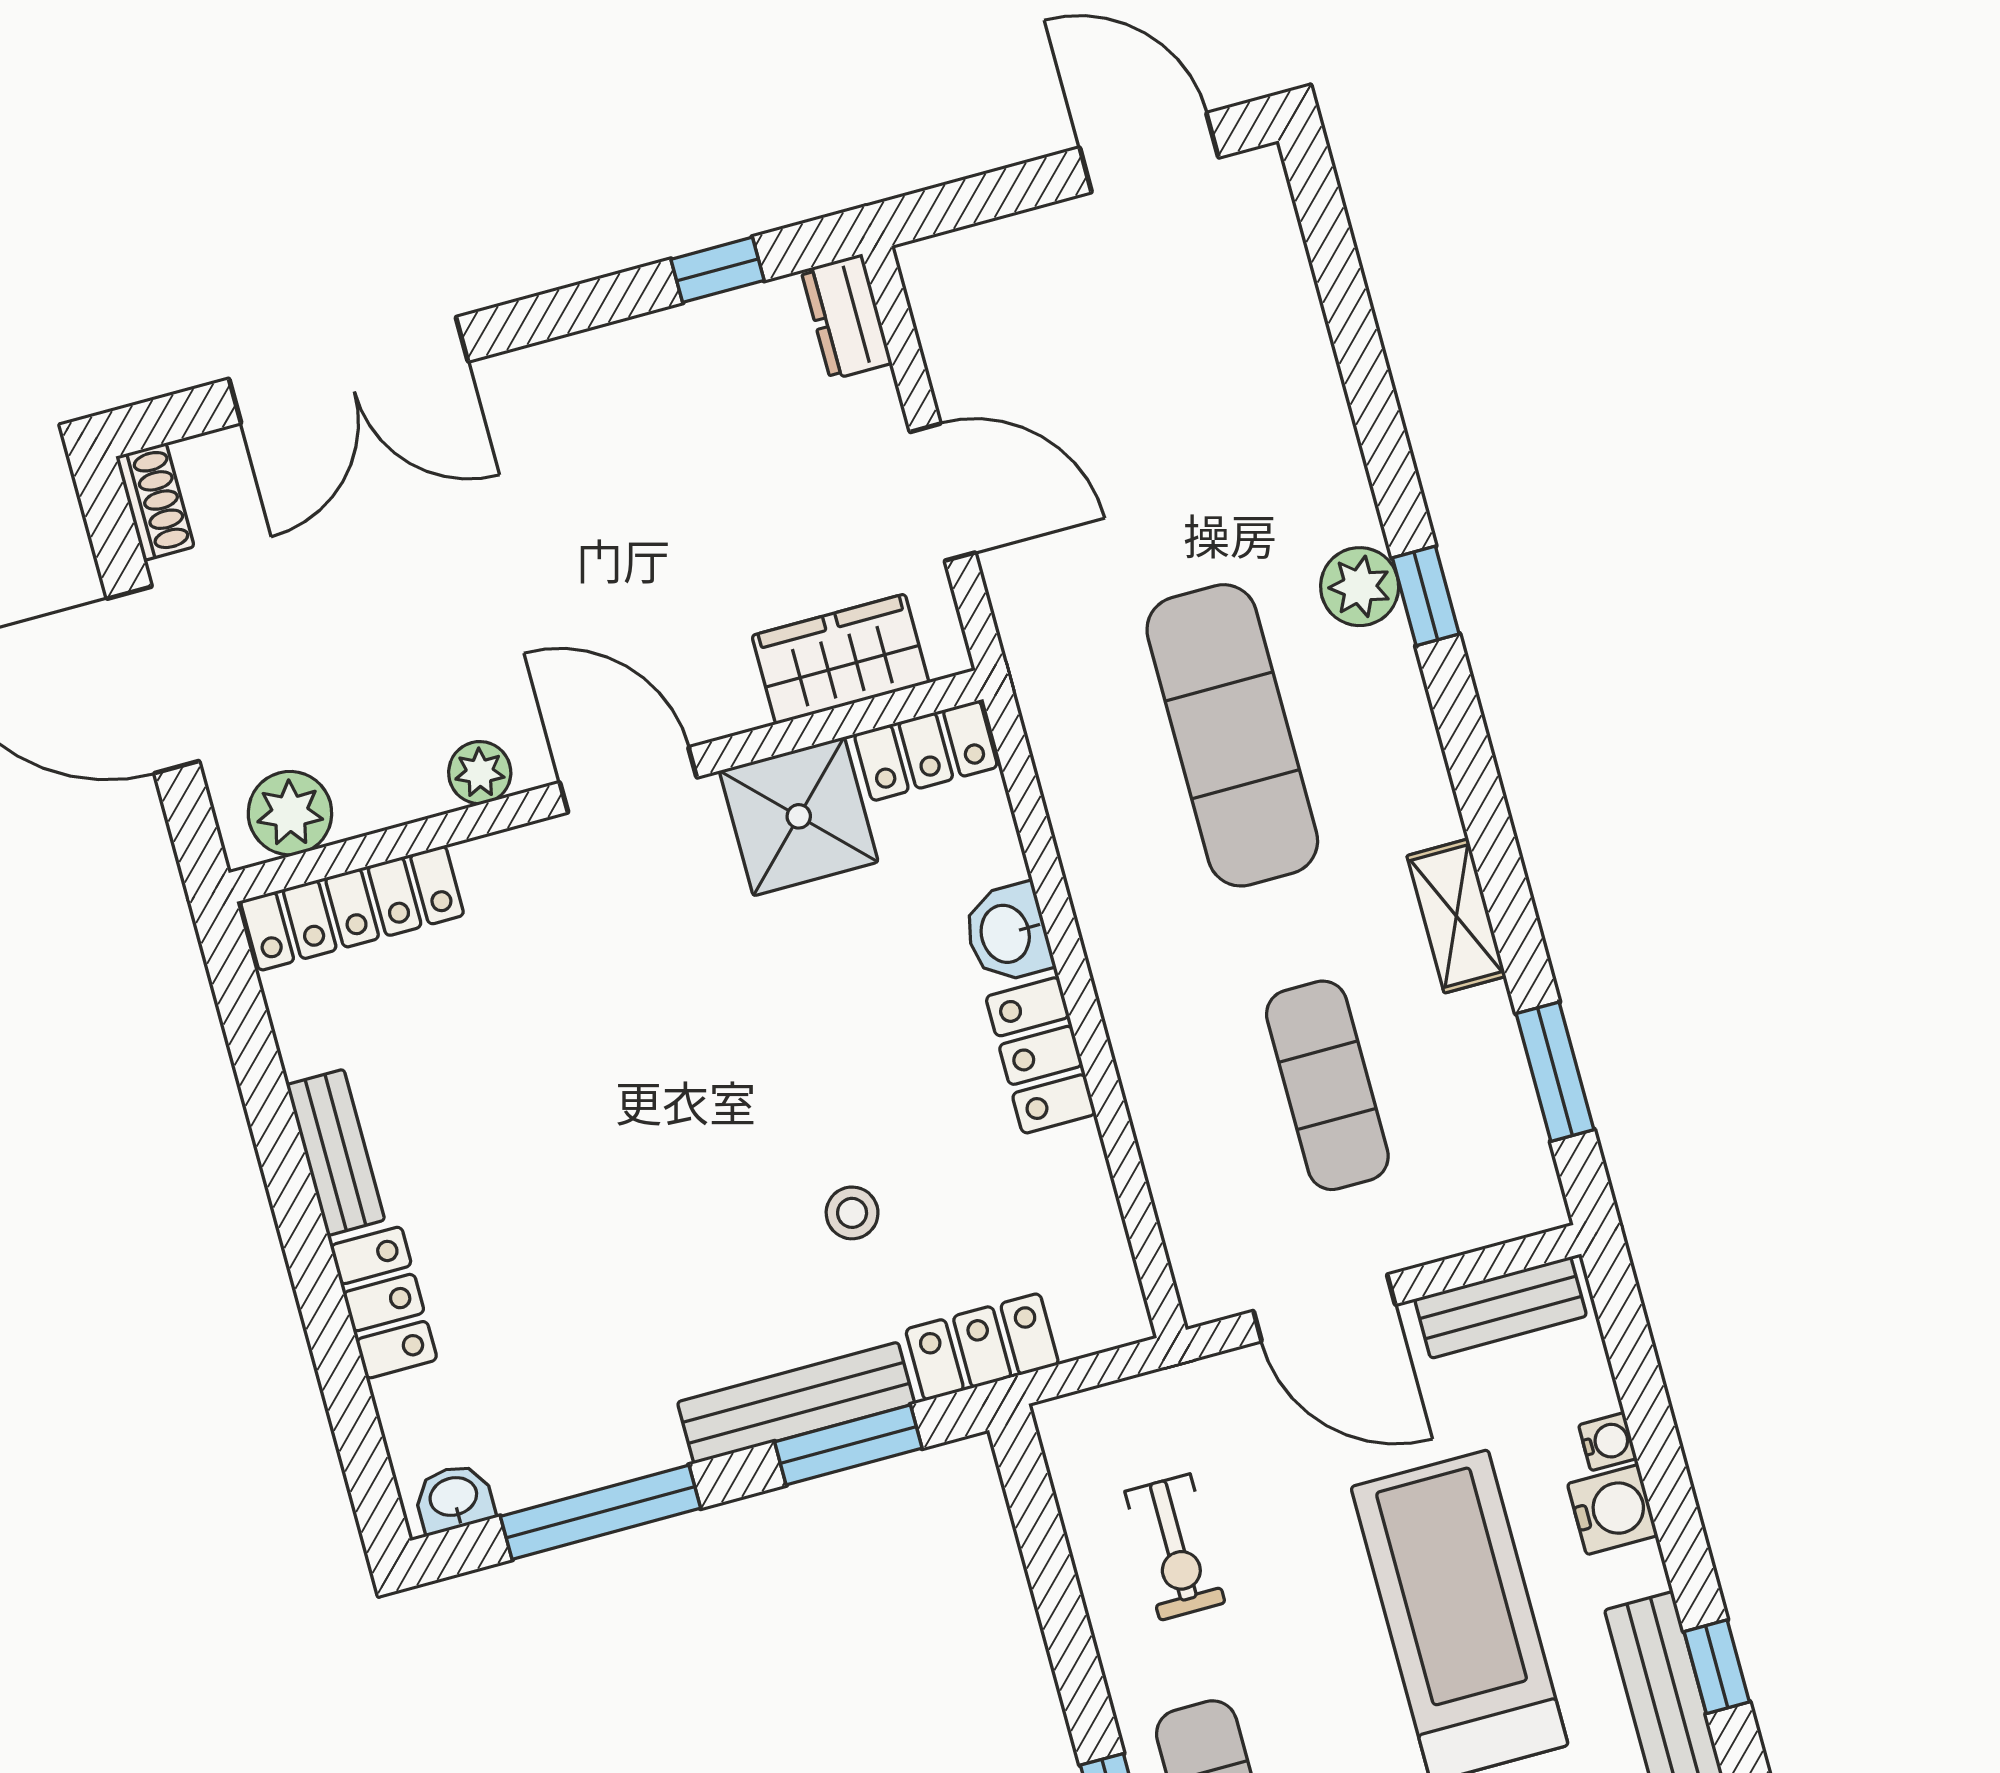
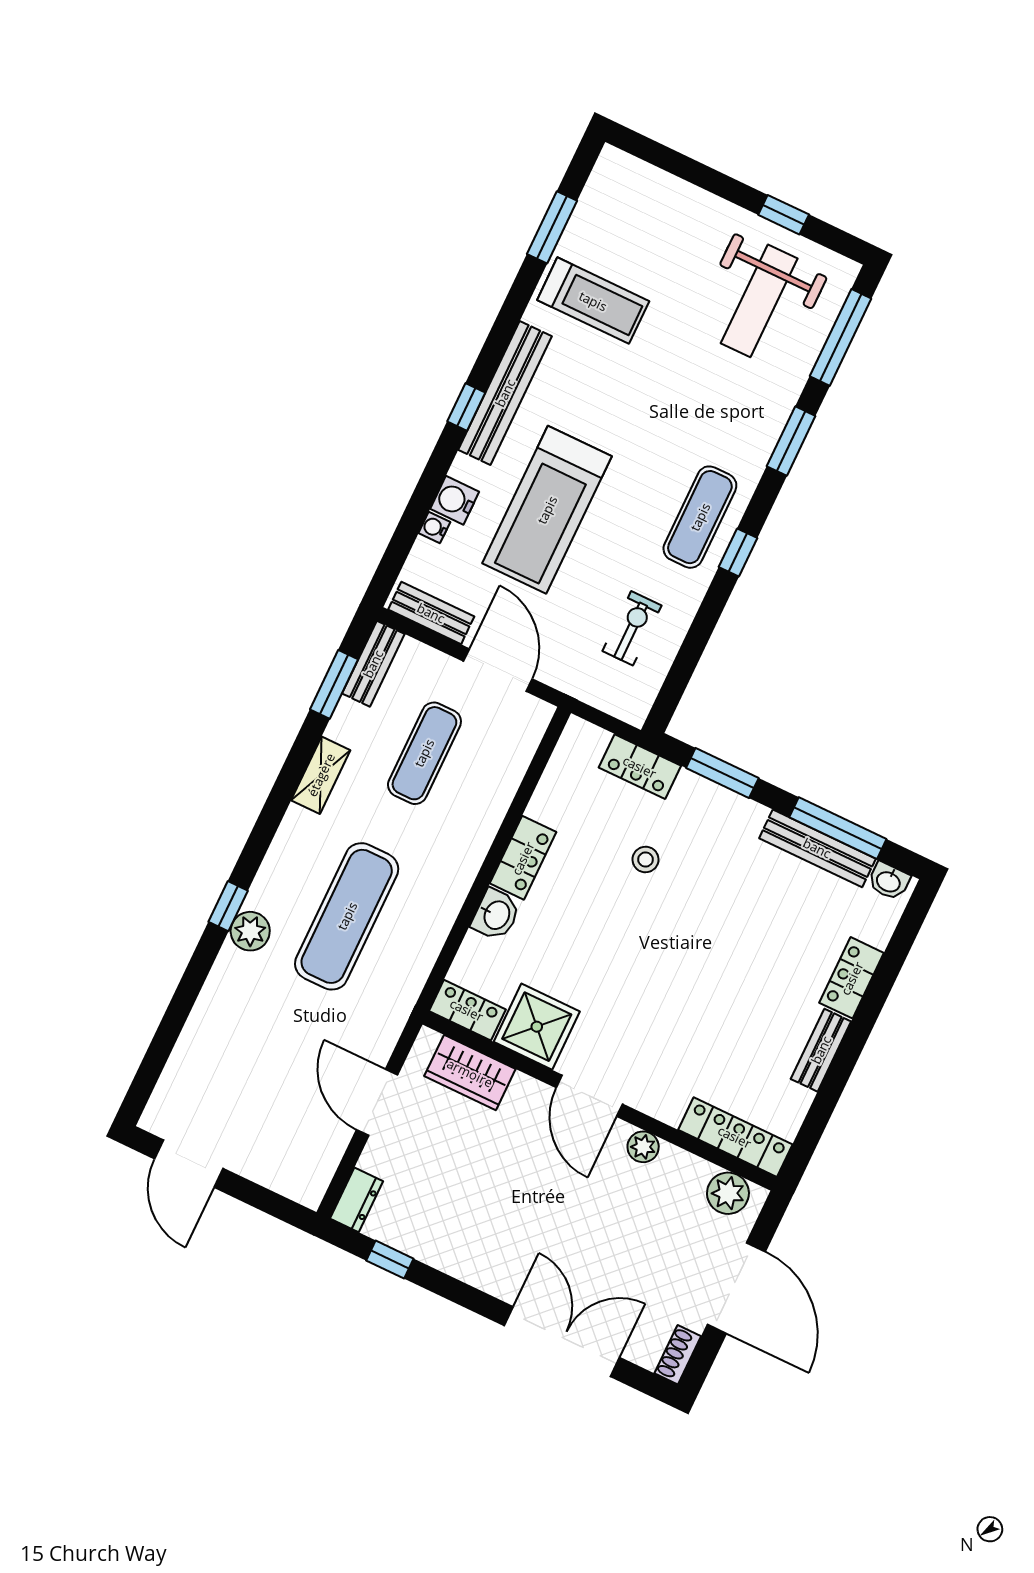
bench: (1522, 1155) -> (373, 664), added
bench: (796, 1403) -> (817, 848), moved

